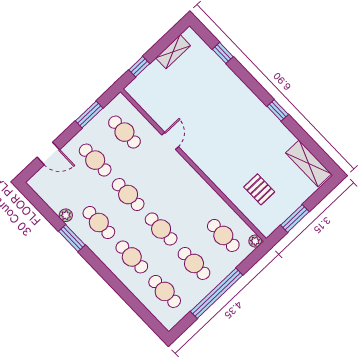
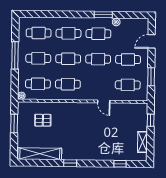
shelving: (308, 163) -> (40, 154), width x1.47
cafe table: (190, 201) -> (68, 84), added
window: (217, 293) -> (15, 55), width x0.68

